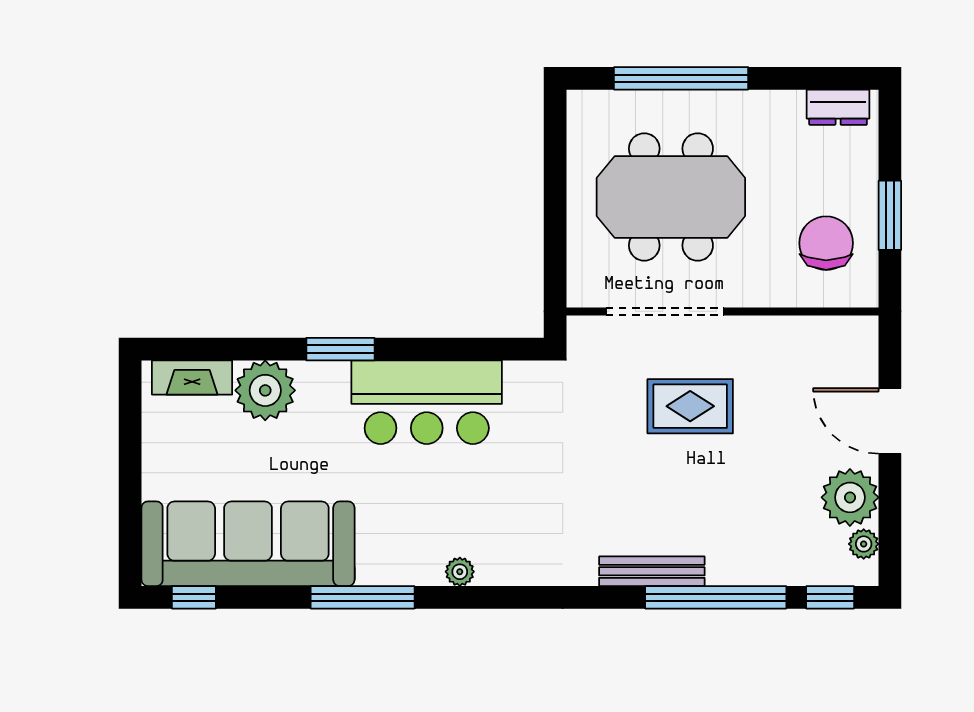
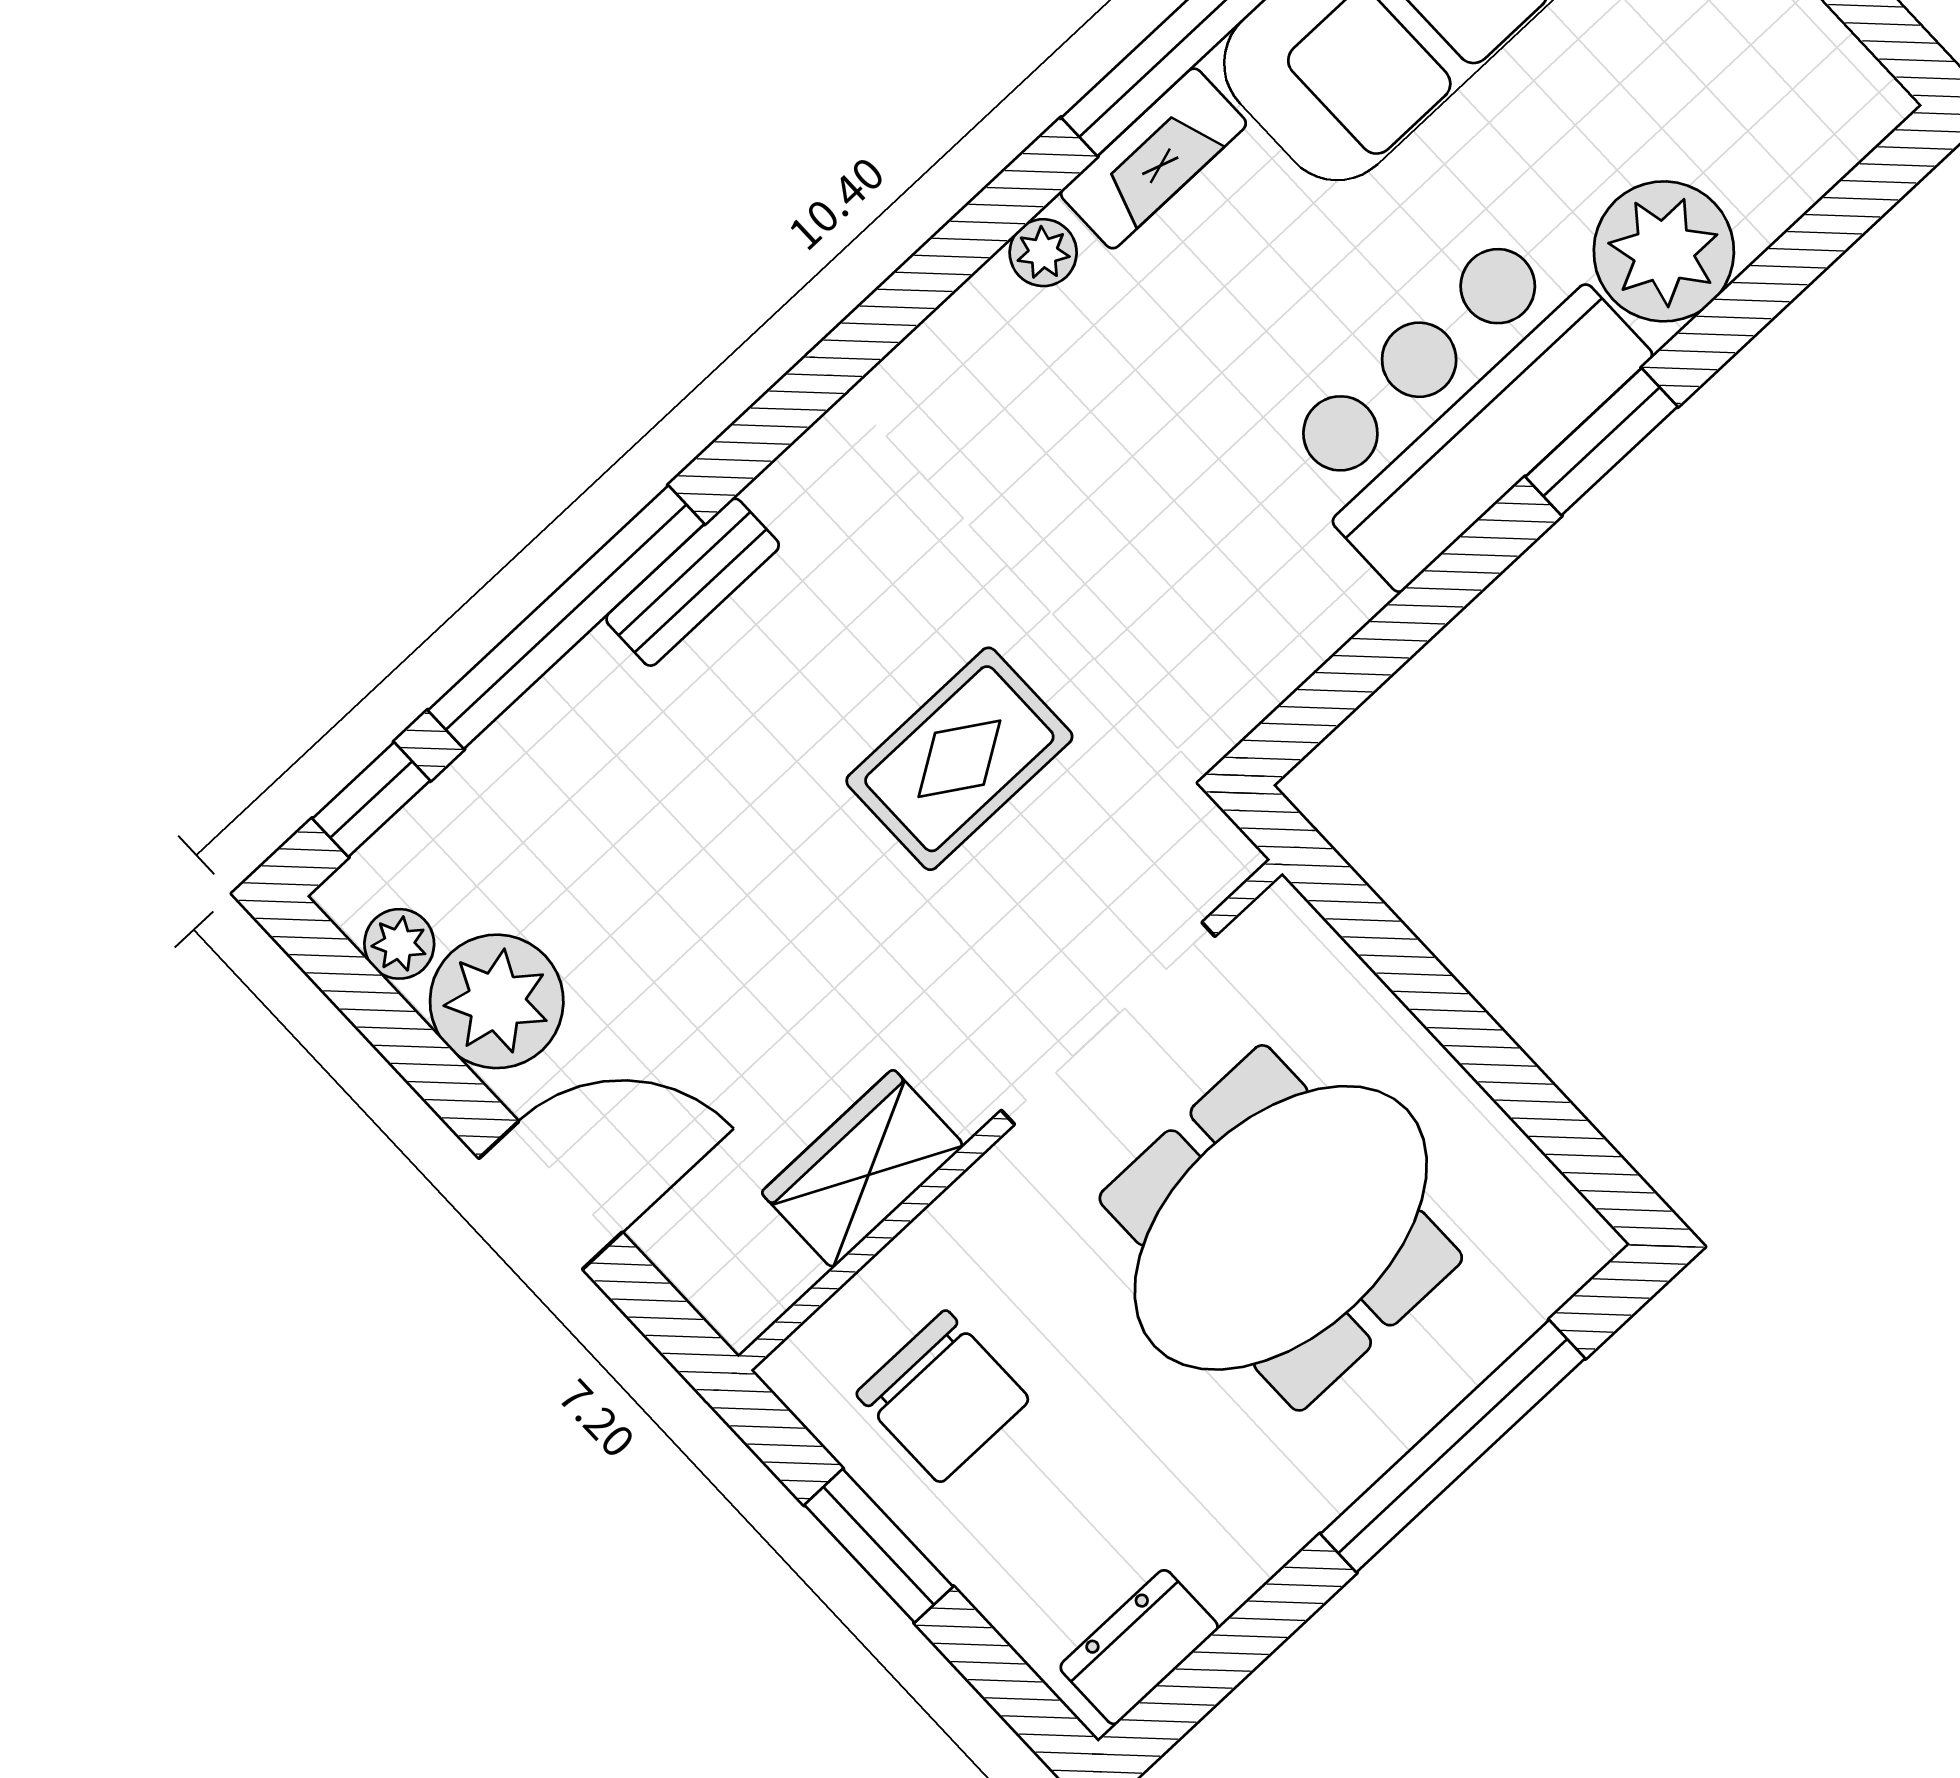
wardrobe: (784, 338) -> (863, 1169), added
fireplace: (192, 378) -> (1153, 158), moved, turned 180
bar counter: (427, 402) -> (1460, 404), moved
rug: (690, 406) -> (959, 759), moved
bench: (652, 571) -> (693, 582), width x0.73

